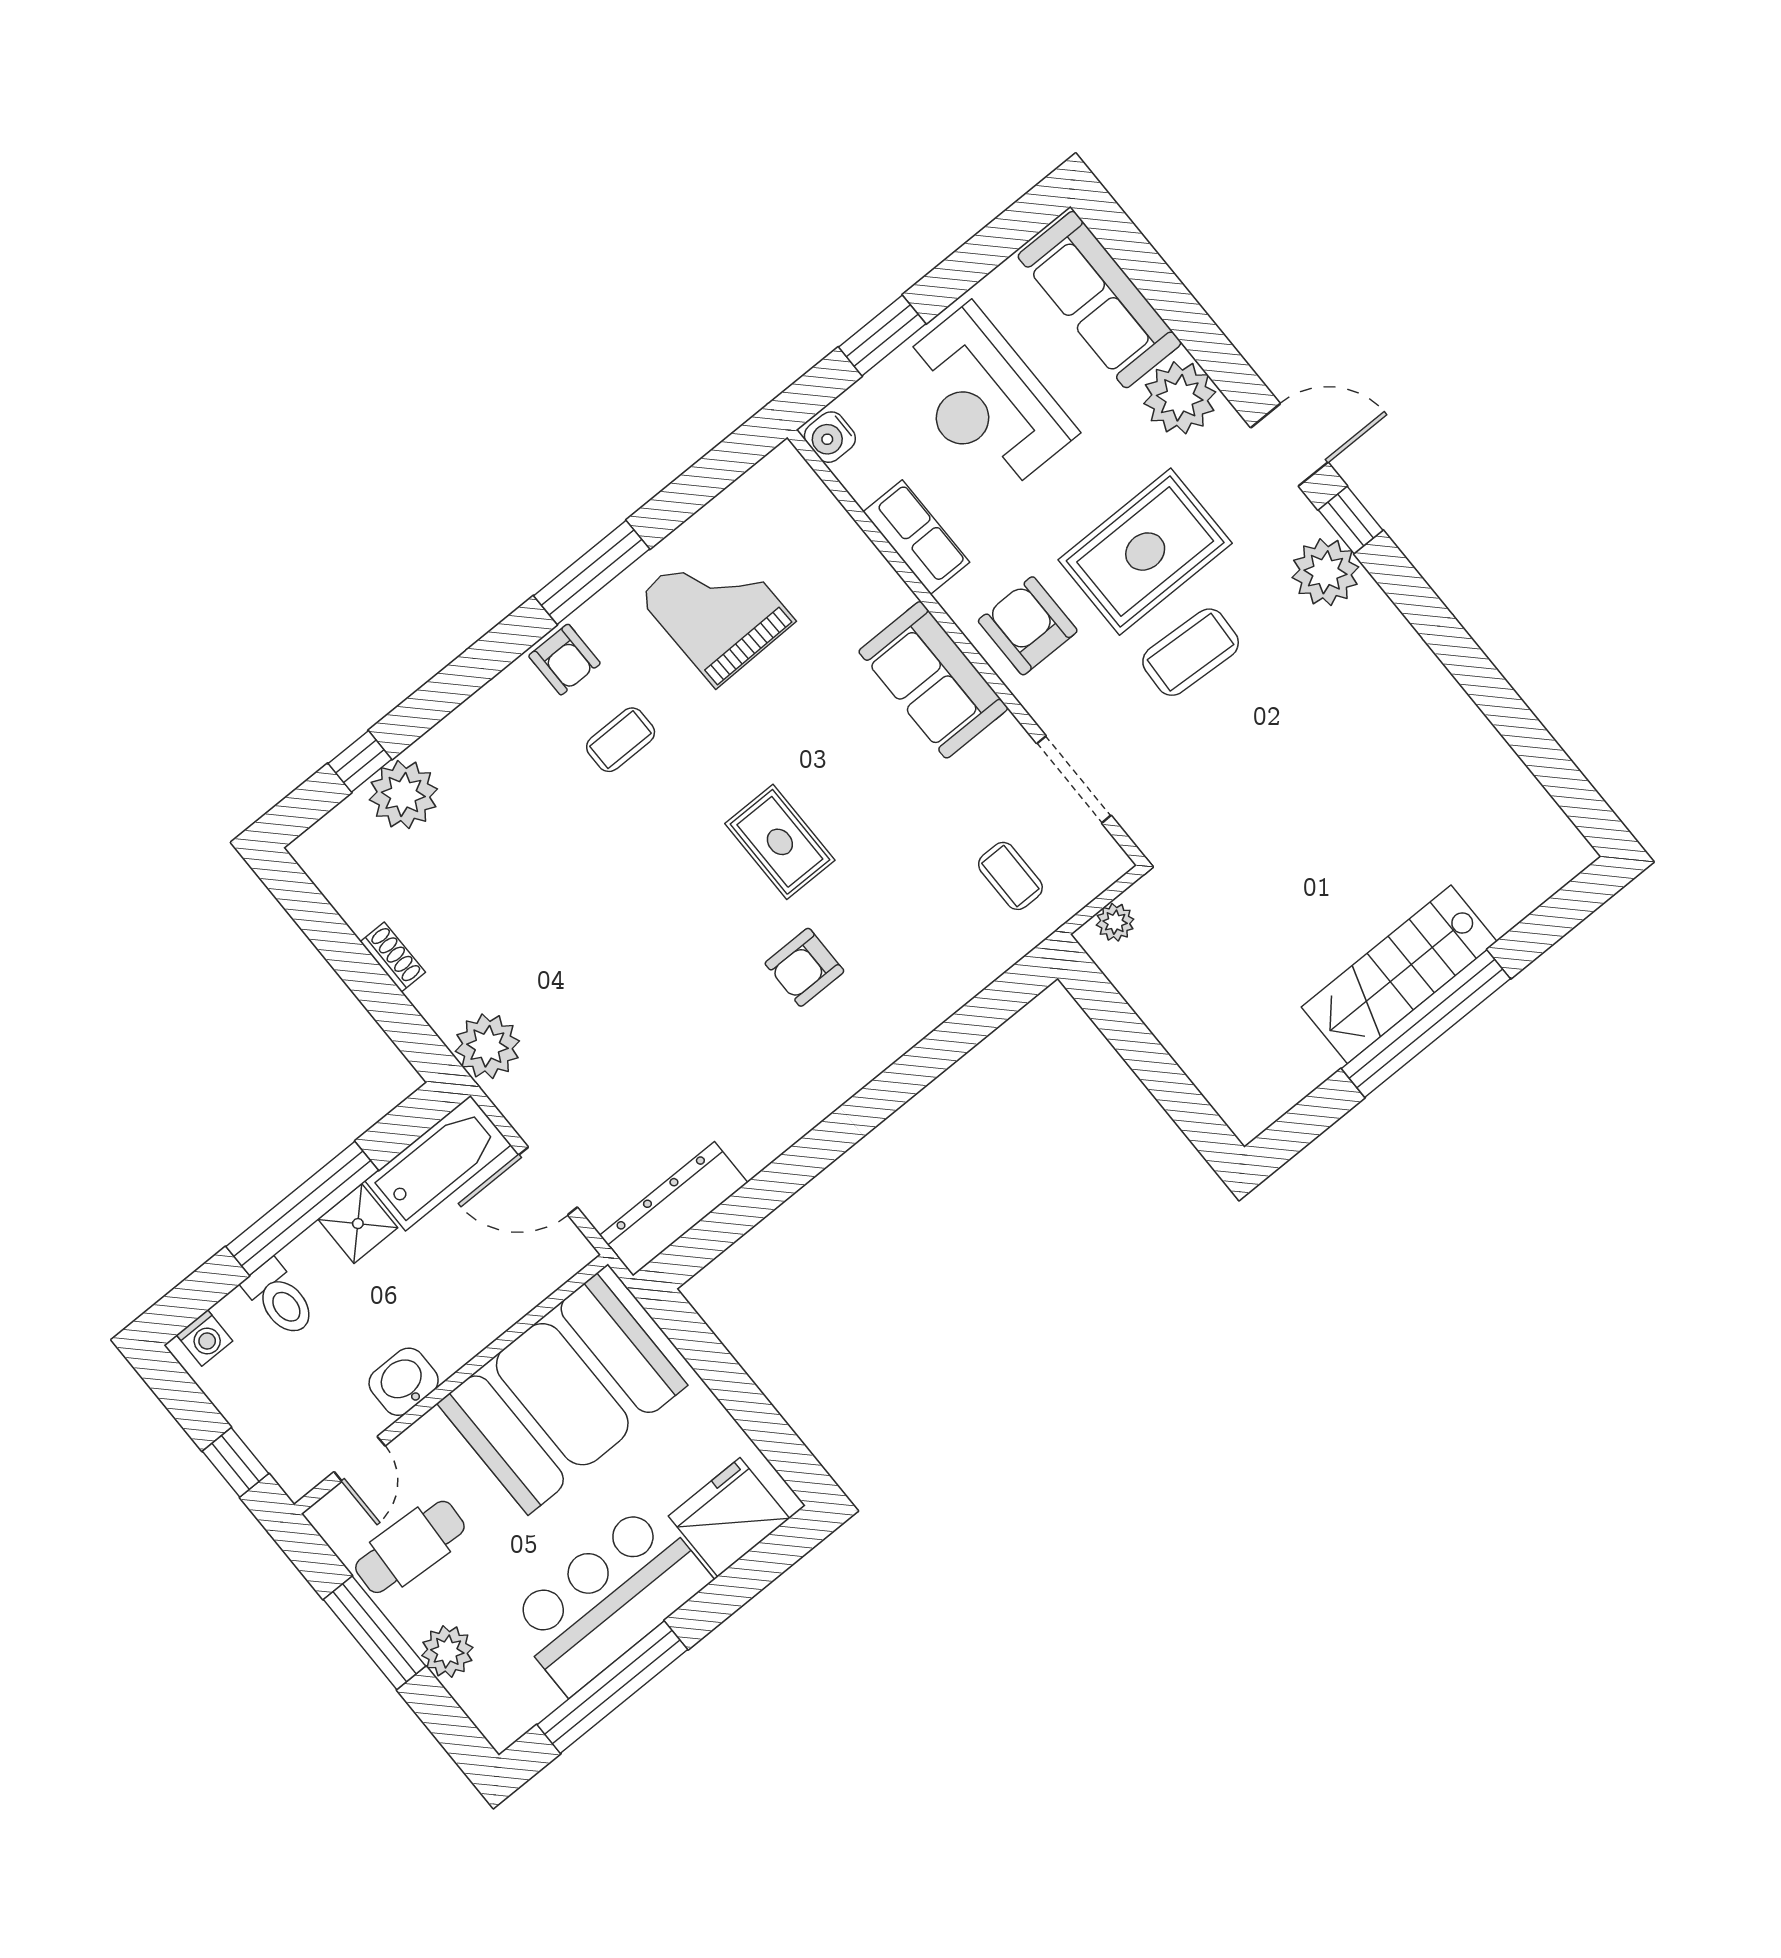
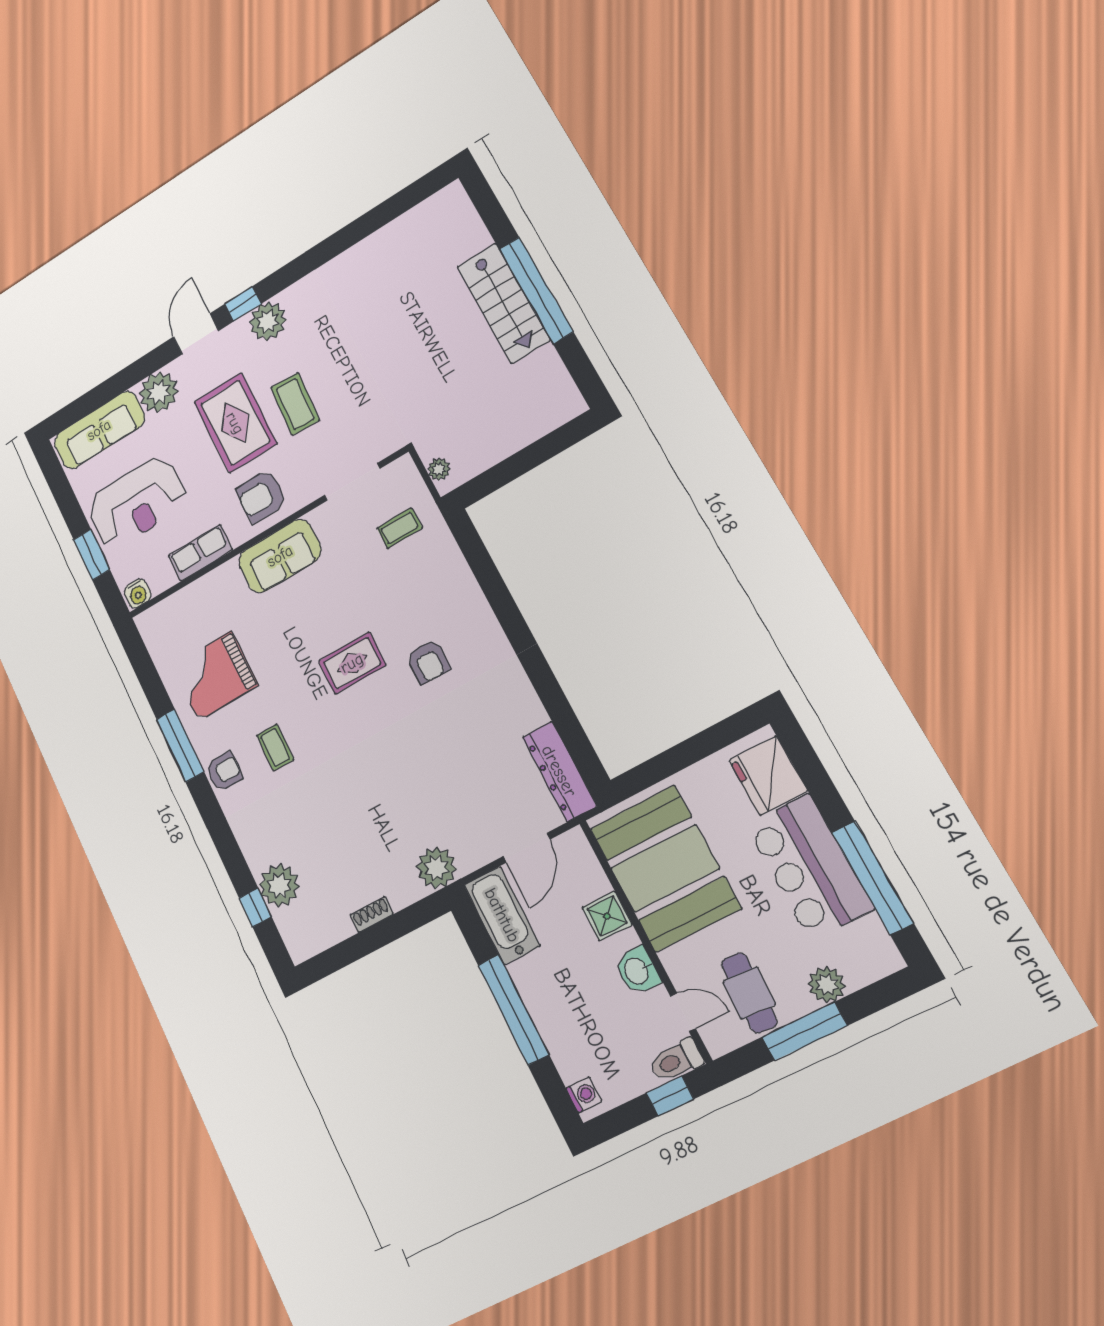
shower: (358, 1224) -> (607, 916), moved
toilet: (280, 1299) -> (676, 1061), moved, turned 180

